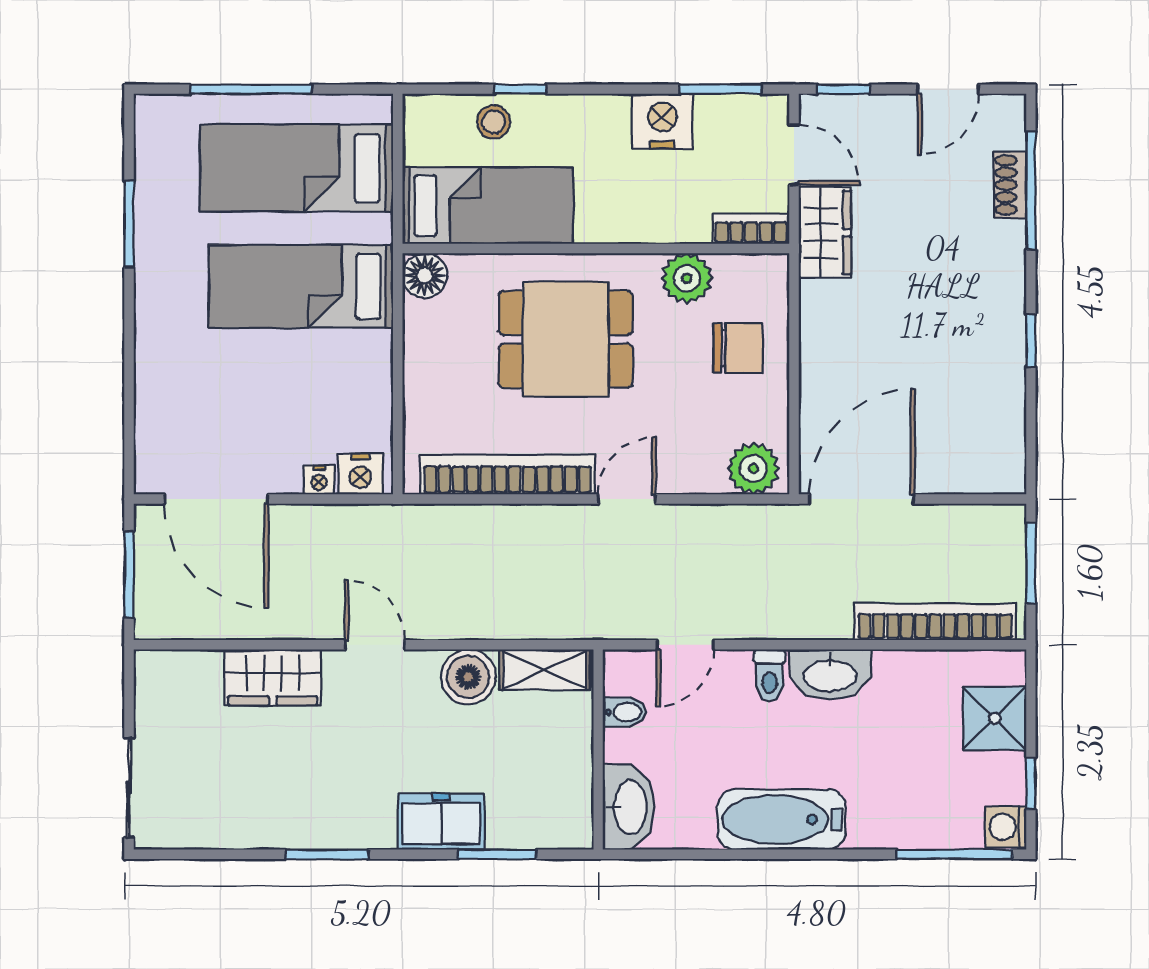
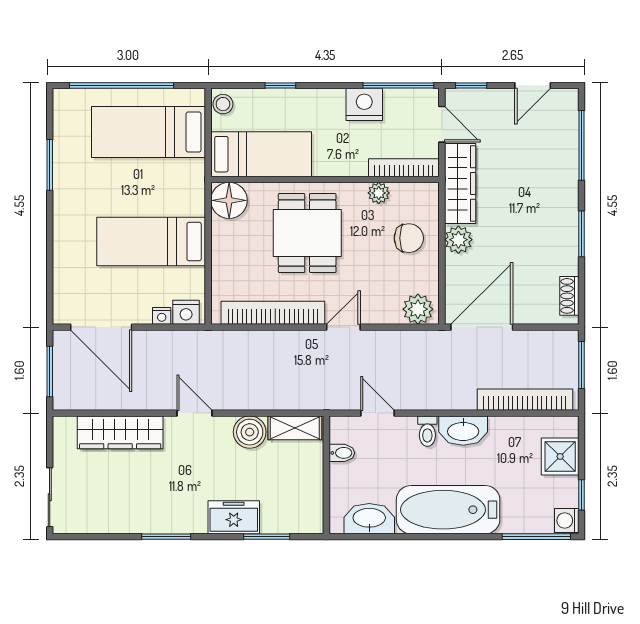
window: (251, 89) -> (121, 85), width x1.46
window: (720, 89) -> (398, 85), width x1.44
stool: (494, 122) -> (223, 104), moved
shoe rack: (1010, 185) -> (569, 296), moved
bookcase: (751, 229) -> (404, 168), width x1.56
wardrobe: (825, 233) -> (460, 184), width x1.50
floor lamp: (425, 275) -> (229, 200), width x1.38, depth x1.38
plant: (687, 278) -> (379, 193), width x0.73, depth x0.73
bed: (301, 286) -> (151, 241), moved
dining table: (566, 339) -> (307, 233), turned 90
window: (1031, 341) -> (581, 234), width x1.50
plant: (822, 351) -> (458, 240), added
door: (685, 645) -> (377, 413), swing flipped
wardrobe: (273, 677) -> (120, 432), width x1.50
washbasin: (629, 807) -> (369, 519), moved, turned -90
bathtub: (781, 819) -> (448, 510), width x1.36, depth x1.36

